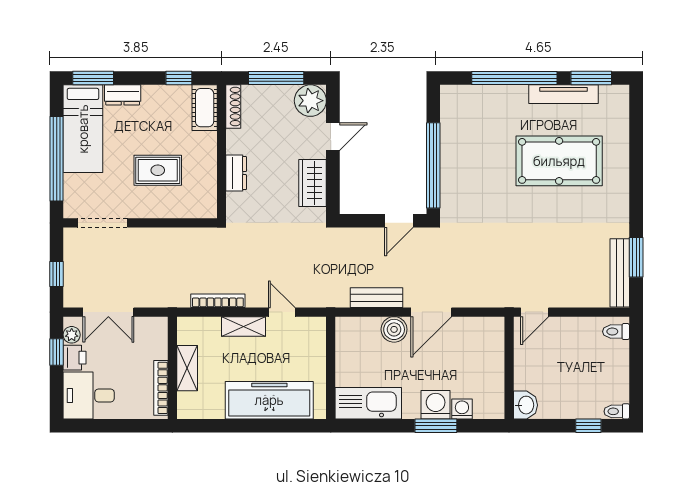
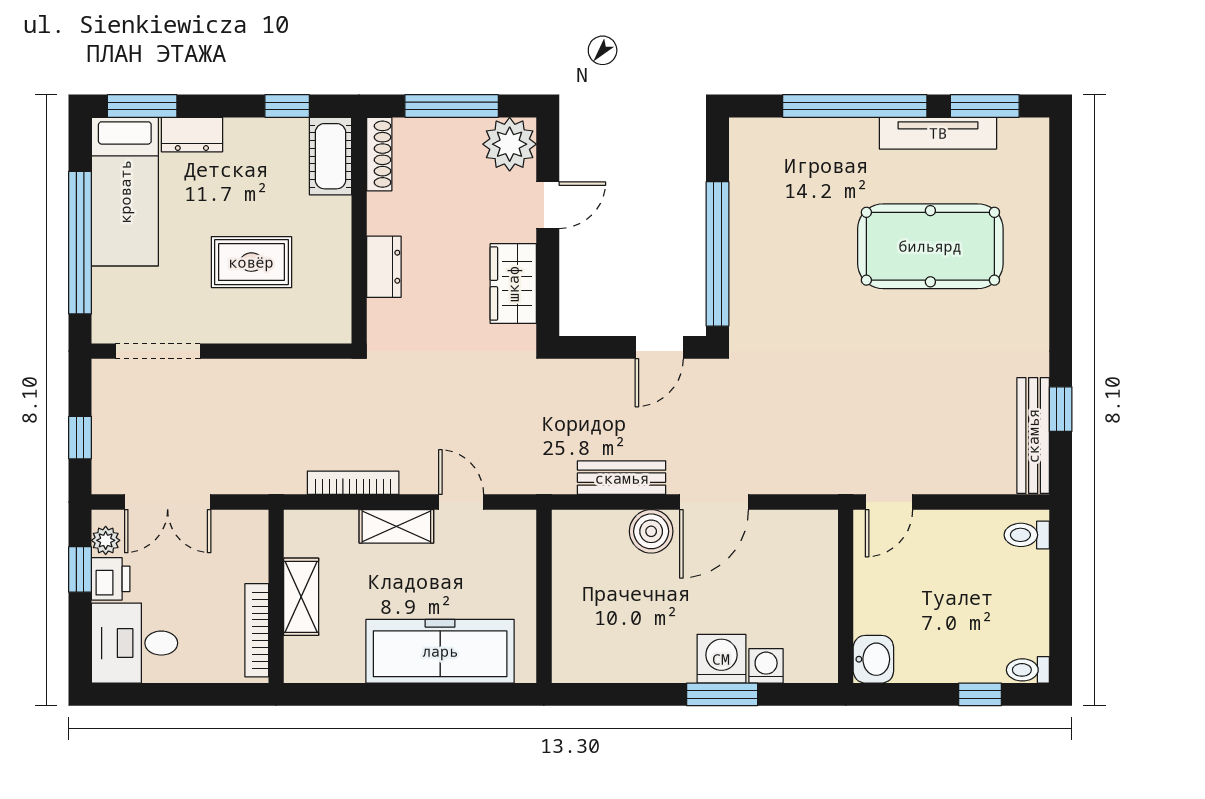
window: (636, 257) -> (1061, 409), width x0.67
kitchen sink: (368, 403) -> (607, 656), removed

